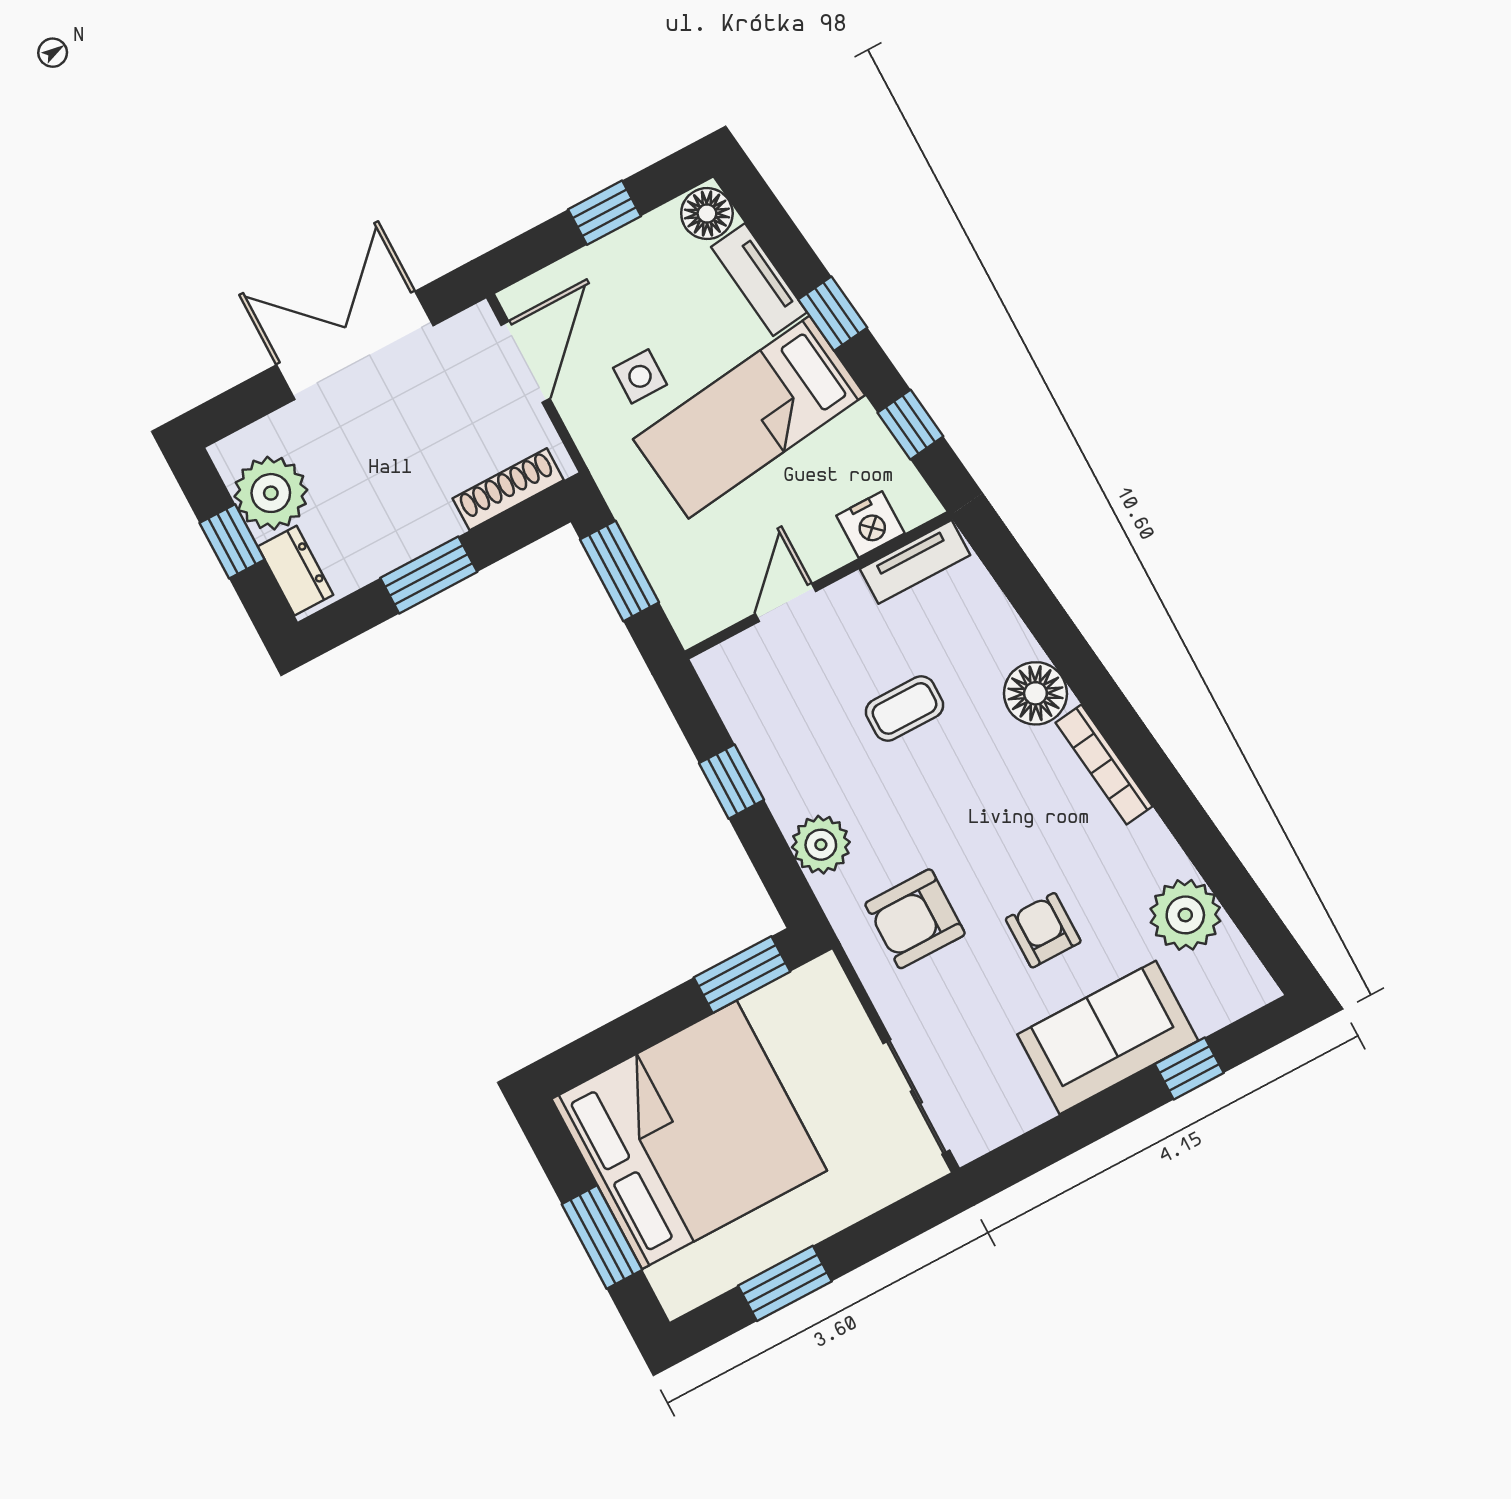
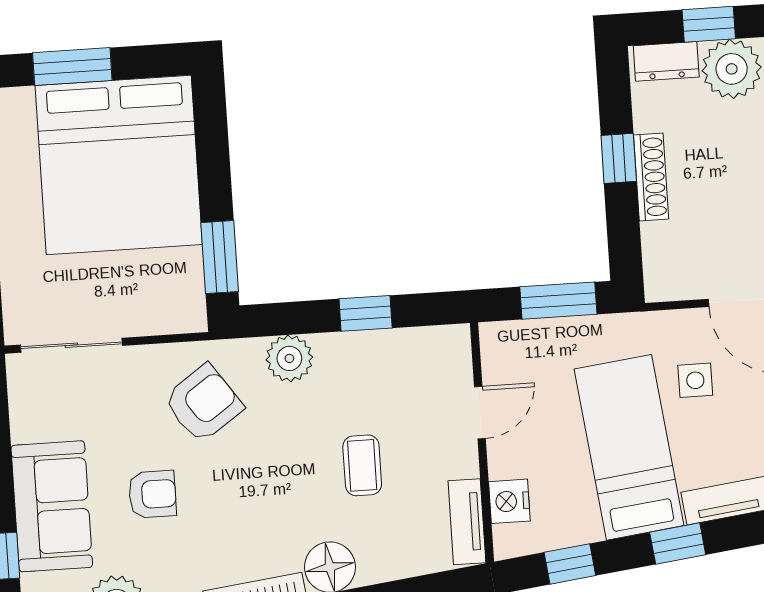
shoe rack: (508, 489) -> (651, 177), moved
window: (429, 575) -> (619, 158), width x0.67
door: (786, 603) -> (480, 413), hinge flipped
armchair: (915, 919) -> (203, 403), turned 55

